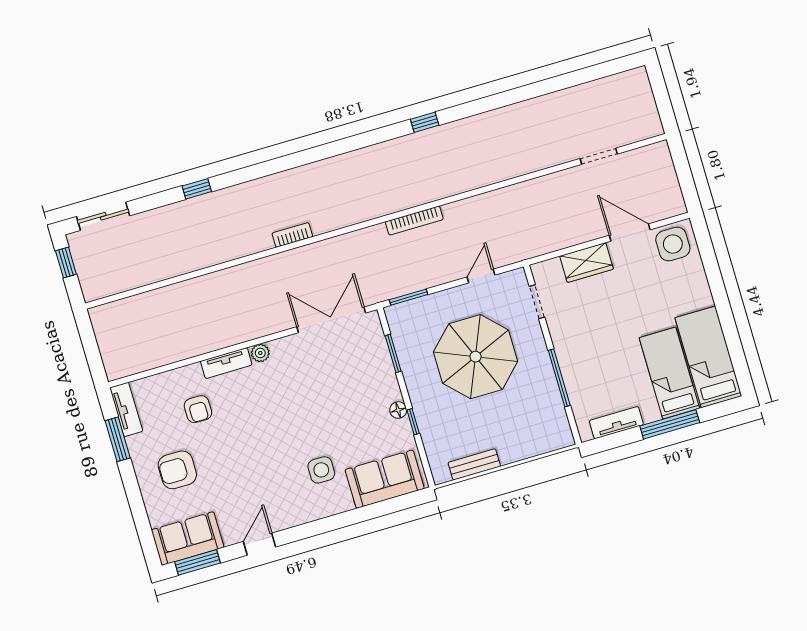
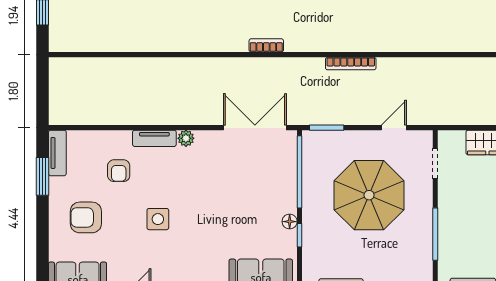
bookcase: (292, 235) -> (266, 45), moved
window: (393, 353) -> (299, 172), width x2.11
side table: (321, 470) -> (158, 219), moved

